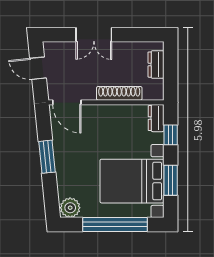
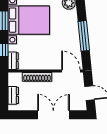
double door: (94, 35) -> (53, 115), width x1.37
window: (47, 157) -> (84, 36), width x1.44

